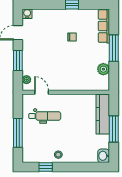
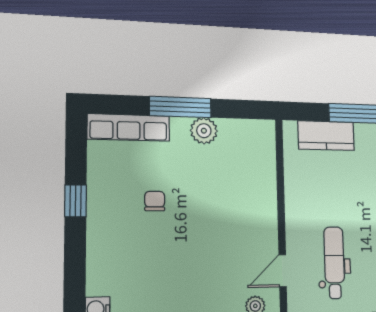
plant: (103, 69) -> (204, 131), moved
kitchen counter: (103, 114) -> (326, 136), width x0.67

